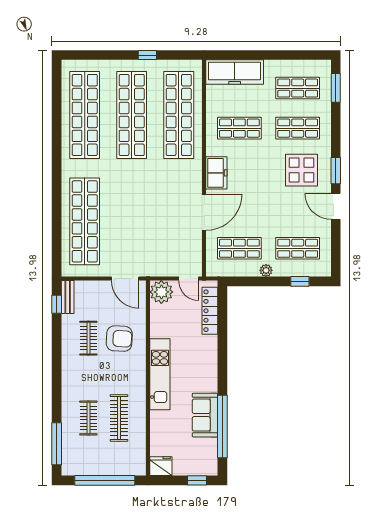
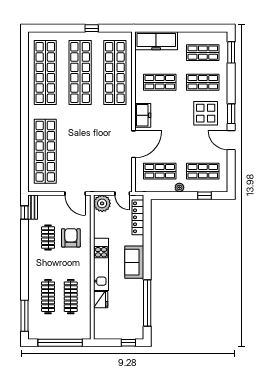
armchair: (119, 339) -> (71, 238), turned -93
sofa: (205, 415) -> (134, 262), moved
clothes rail: (88, 418) -> (48, 297), width x1.36
fridge: (161, 466) -> (101, 300), moved, turned 90

